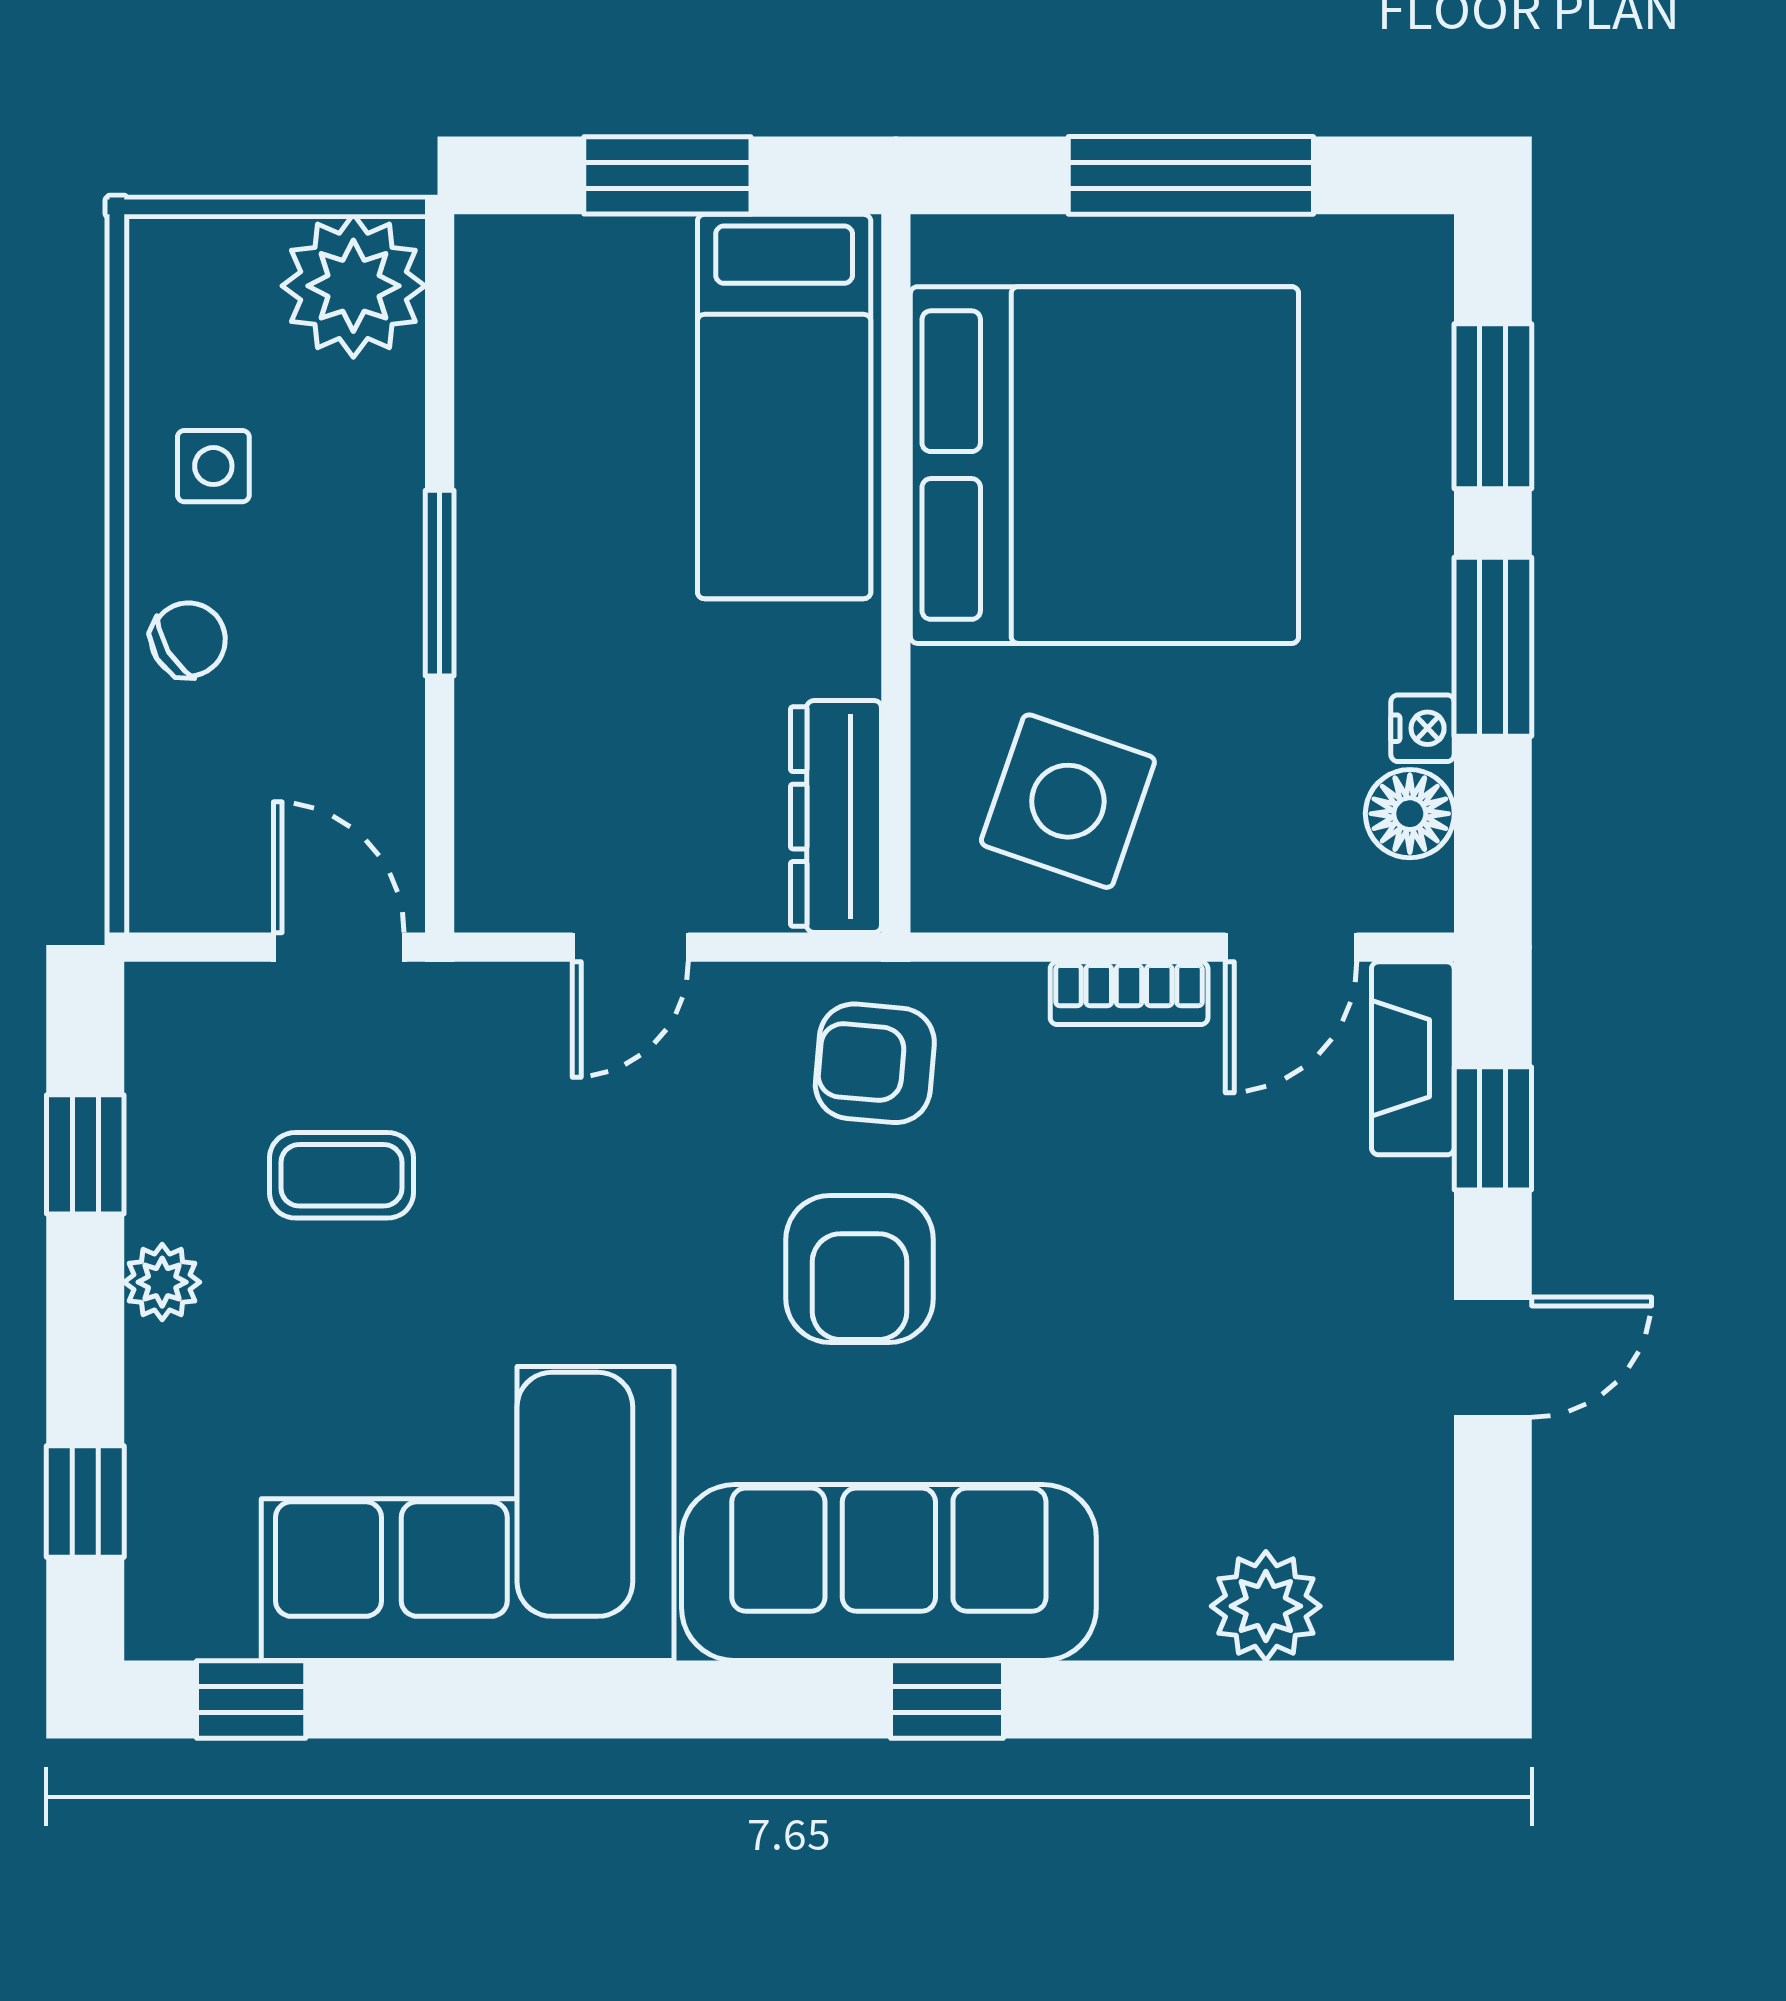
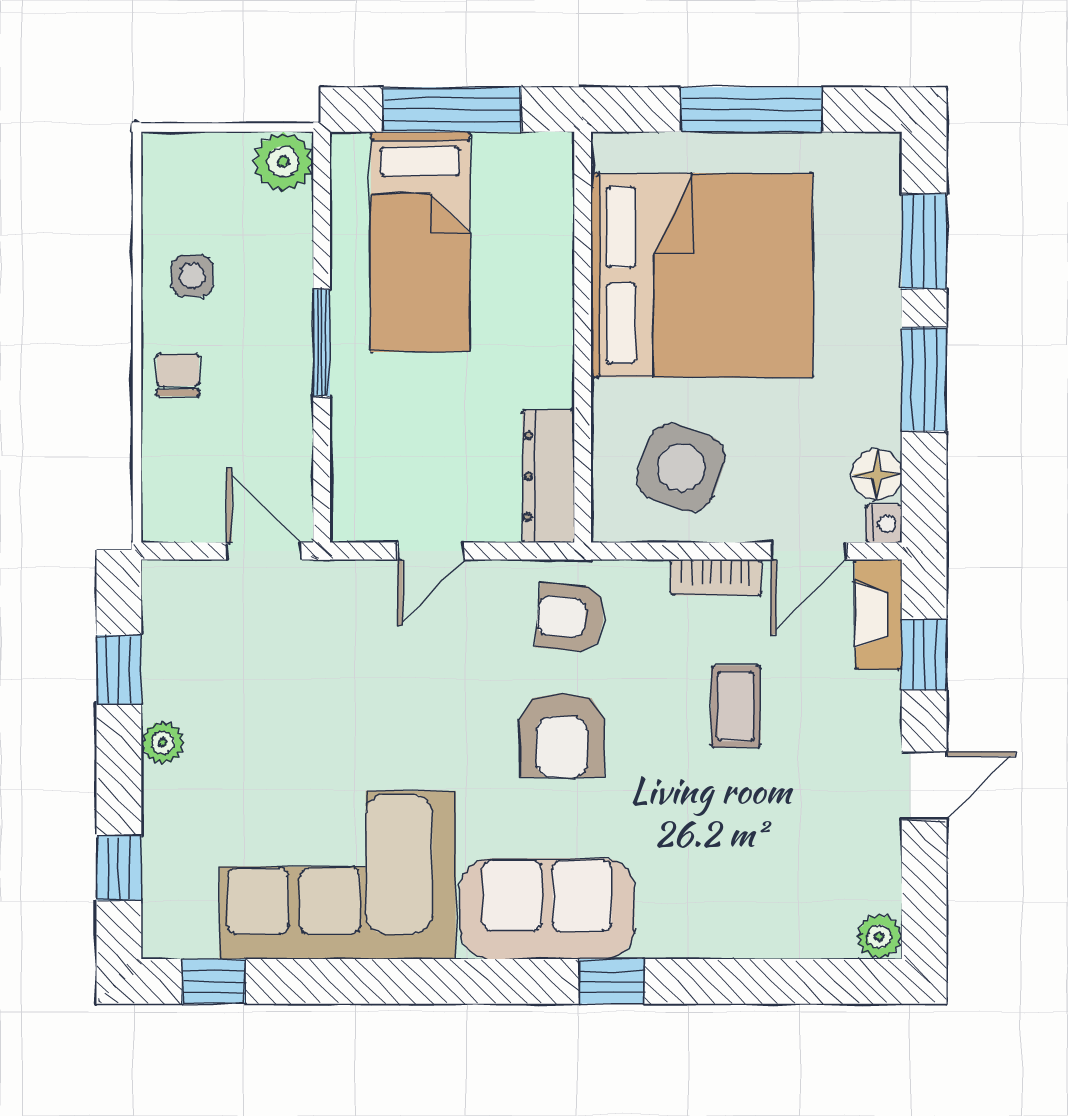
window: (667, 175) -> (452, 110), width x1.44
plant: (353, 286) -> (283, 162), width x0.73, depth x0.73
bed: (784, 407) -> (420, 242), moved
chair: (188, 640) -> (178, 375), turned -59
nightstand: (1422, 728) -> (884, 524), moved
coffee table: (341, 1175) -> (736, 706), moved, turned 90
sofa: (889, 1573) -> (547, 909), width x0.73
plant: (1266, 1606) -> (879, 936), moved, width x0.73, depth x0.73

